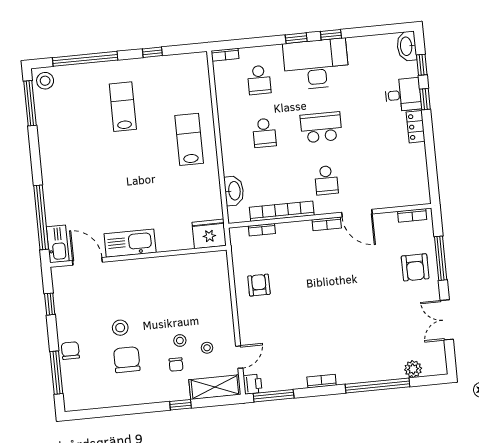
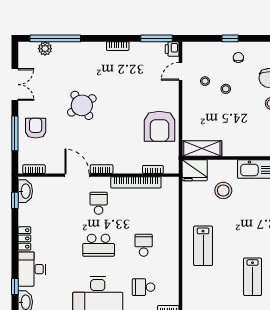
school desk: (259, 80) -> (144, 287), turned -90
desk: (403, 95) -> (32, 269), width x1.37
window: (425, 99) -> (15, 200), moved
washbasin: (234, 191) -> (25, 191), moved, turned 180
stool: (170, 212) -> (223, 190), added
armchair: (259, 285) -> (159, 126), width x1.88, depth x1.88
round table: (360, 302) -> (82, 105), added
chair: (176, 365) -> (238, 57), moved
window: (377, 386) -> (55, 38), moved
shelving: (215, 387) -> (202, 149), moved

